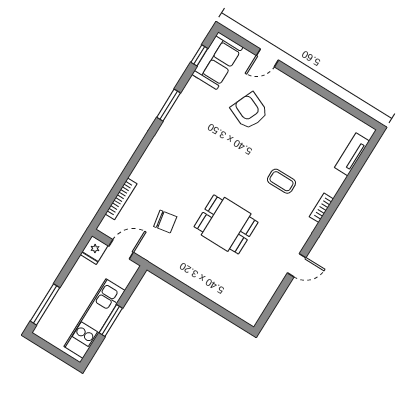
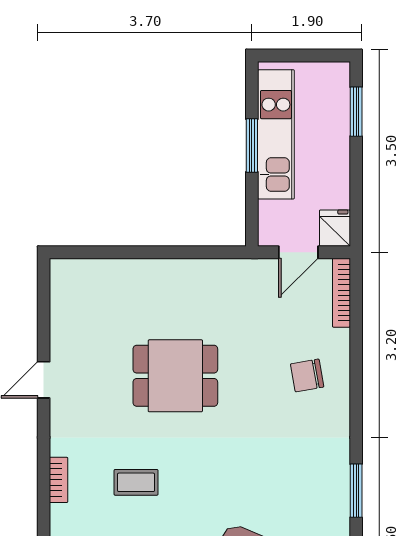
bookcase: (121, 199) -> (341, 293), moved
chair: (165, 222) -> (307, 375), moved
window: (45, 304) -> (356, 112), width x0.69

